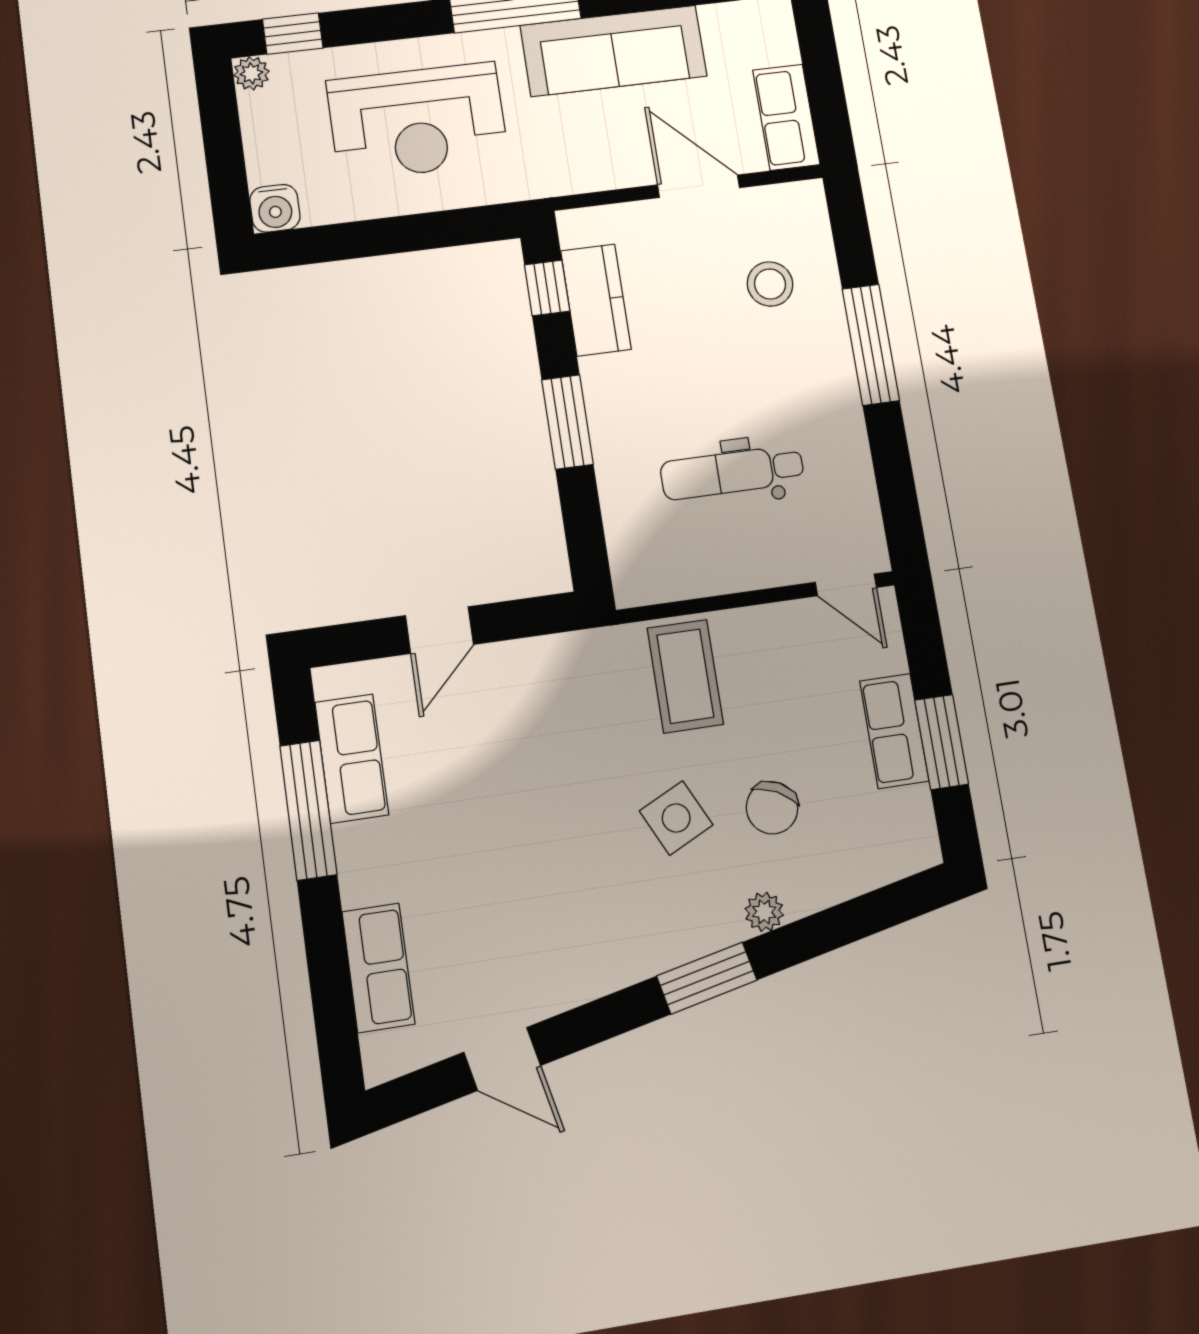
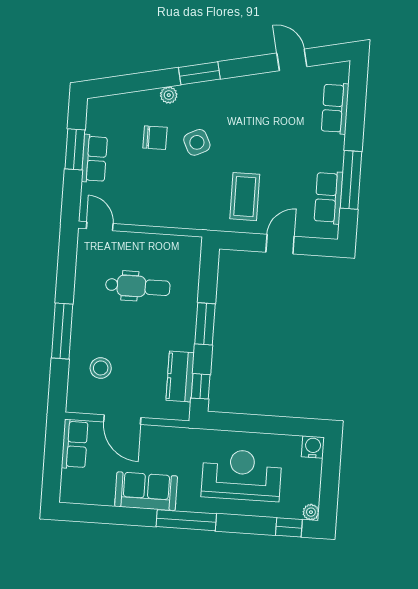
sofa: (614, 51) -> (146, 491), width x0.73
coffee table: (685, 676) -> (245, 197), moved
chair: (772, 808) -> (155, 138), turned 63

